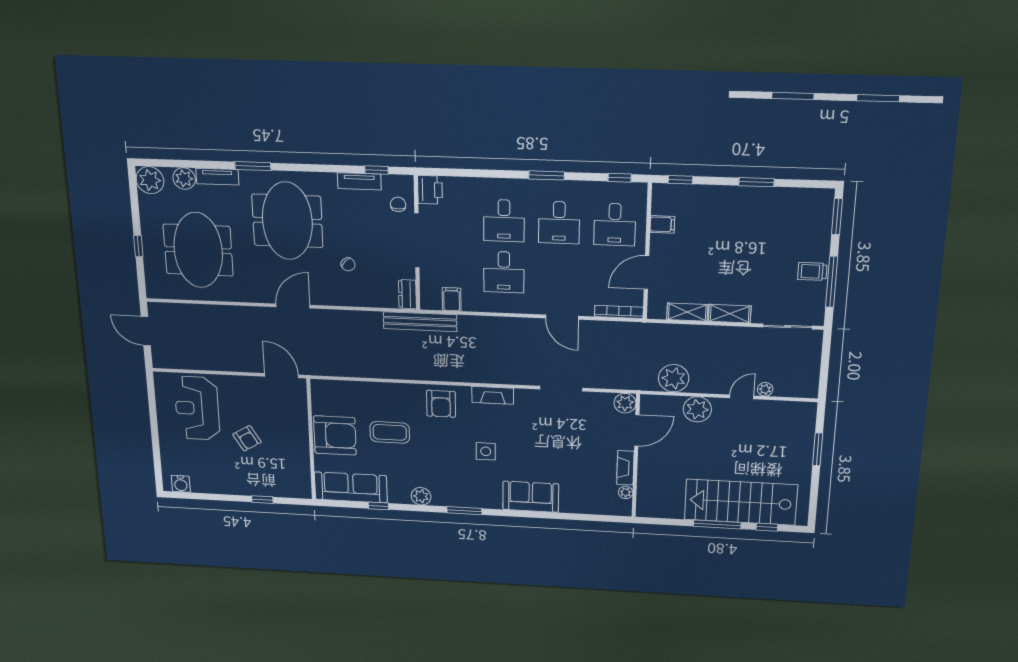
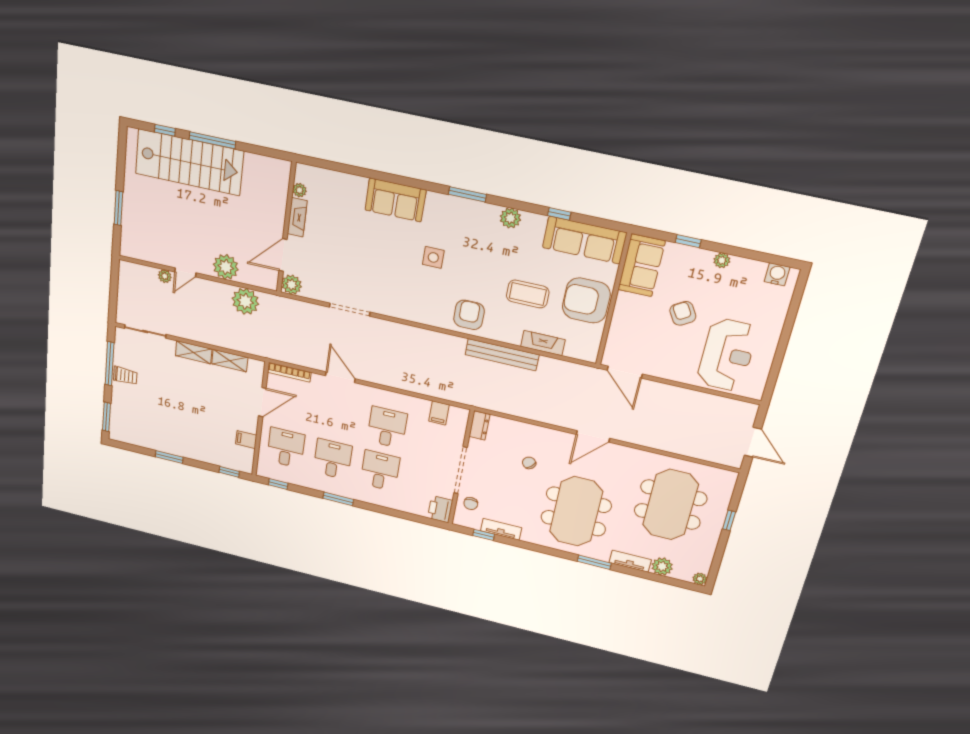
plant: (150, 180) -> (700, 579), width x0.53, depth x0.53
bench: (420, 322) -> (502, 355), moved
fireplace: (493, 395) -> (543, 343), moved
sofa: (295, 474) -> (641, 265), added
plant: (229, 488) -> (722, 260), added

